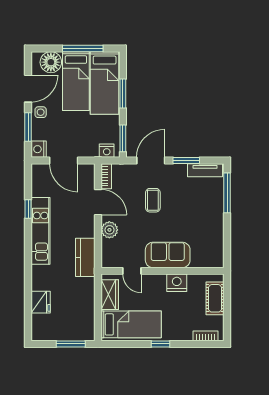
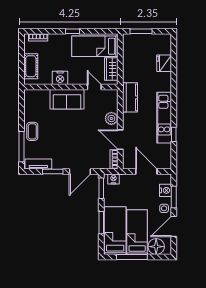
nightstand: (39, 149) -> (165, 190), moved
coffee table: (153, 200) -> (32, 131), moved

